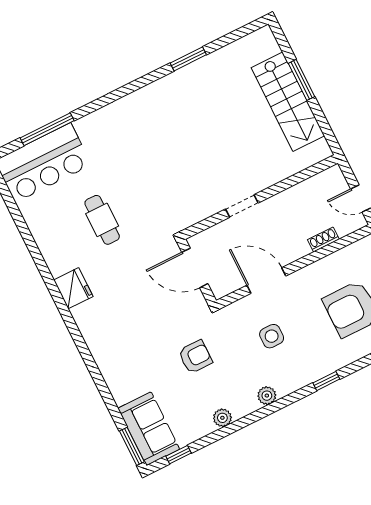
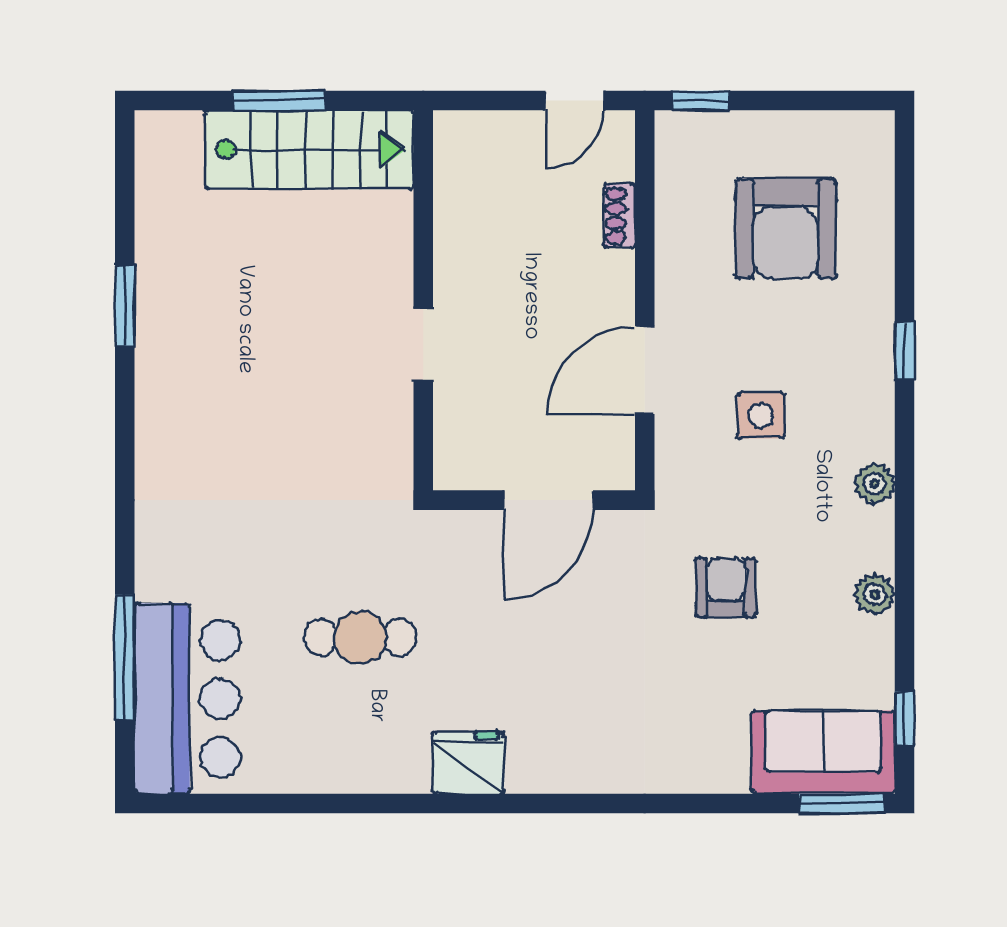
wall: (260, 197) -> (423, 300), moved
doorway: (242, 206) -> (423, 345), moved

